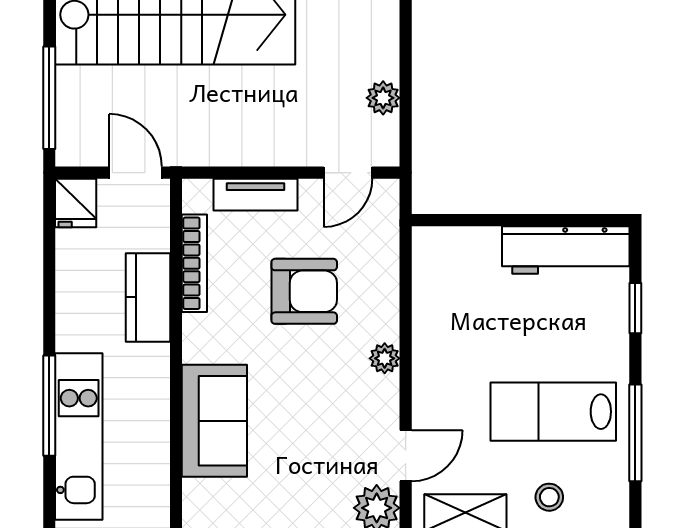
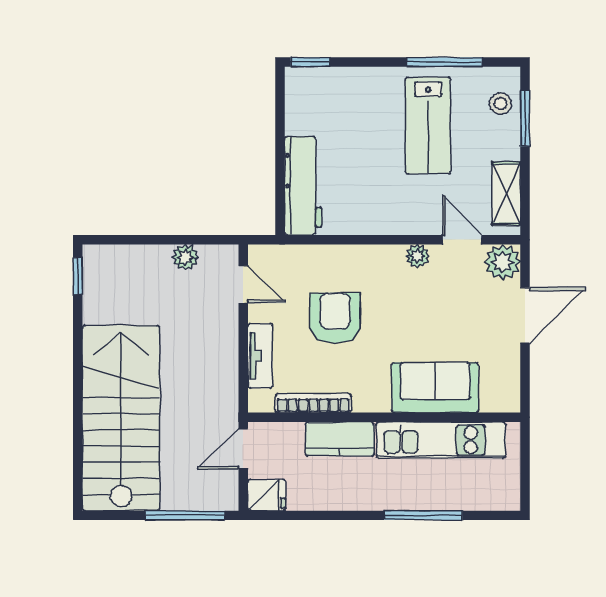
workbench: (566, 250) -> (303, 186), moved
window: (635, 308) -> (310, 62), moved
plant: (385, 358) -> (417, 256), moved
kitchen unit: (79, 437) -> (441, 440), moved, turned 180
stool: (549, 497) -> (501, 104), moved

